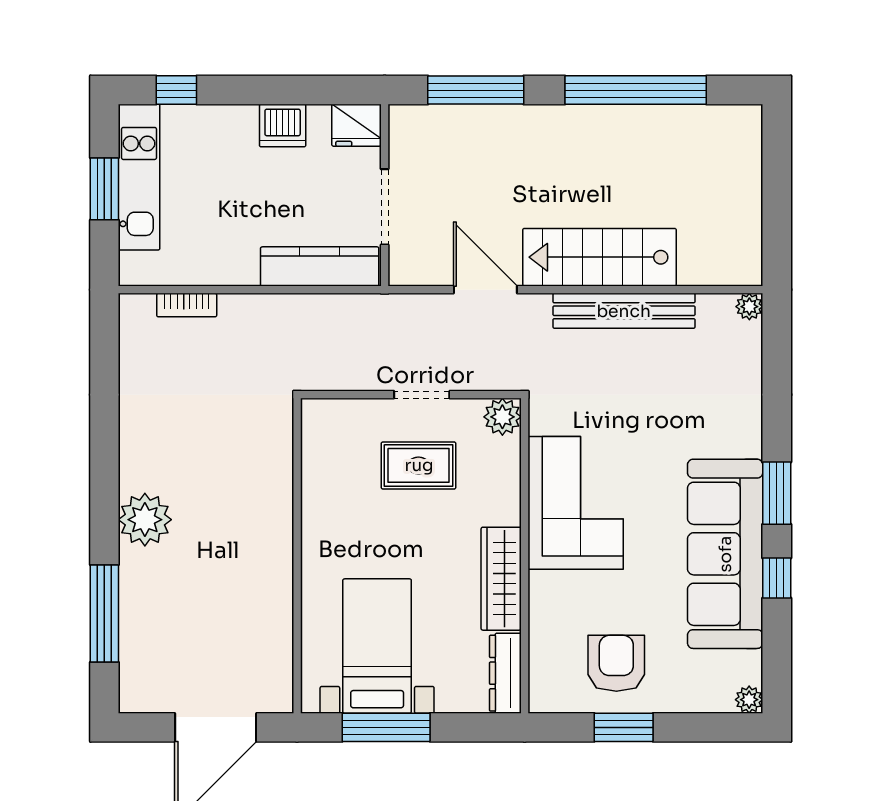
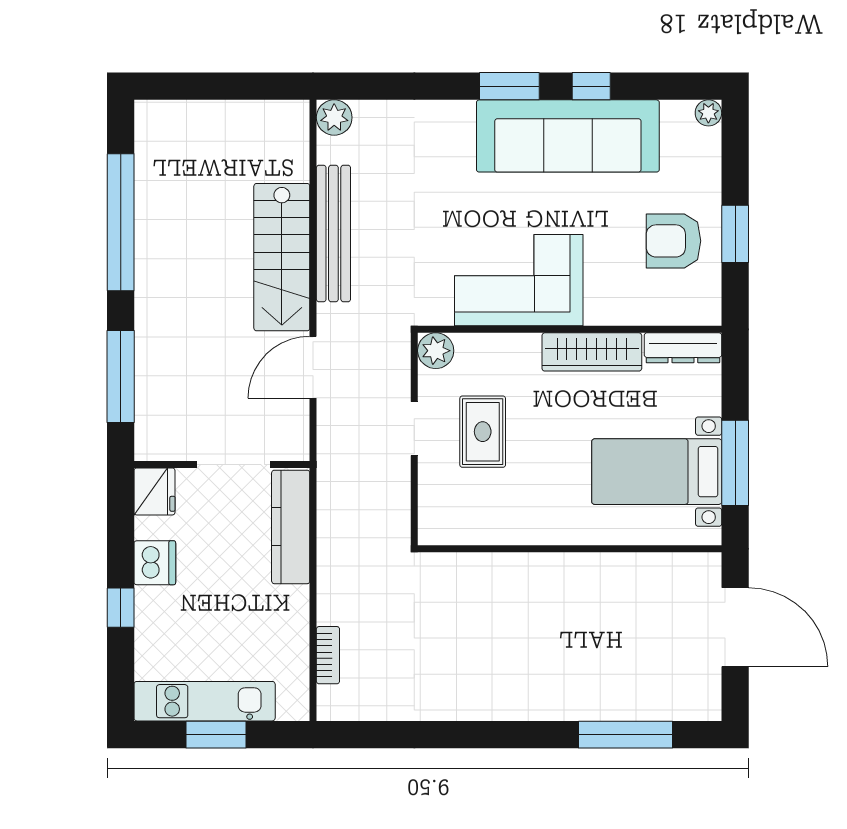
window: (176, 90) -> (121, 608), moved
plant: (749, 307) -> (334, 117), width x1.38, depth x1.38
plant: (145, 520) -> (535, 696), removed

